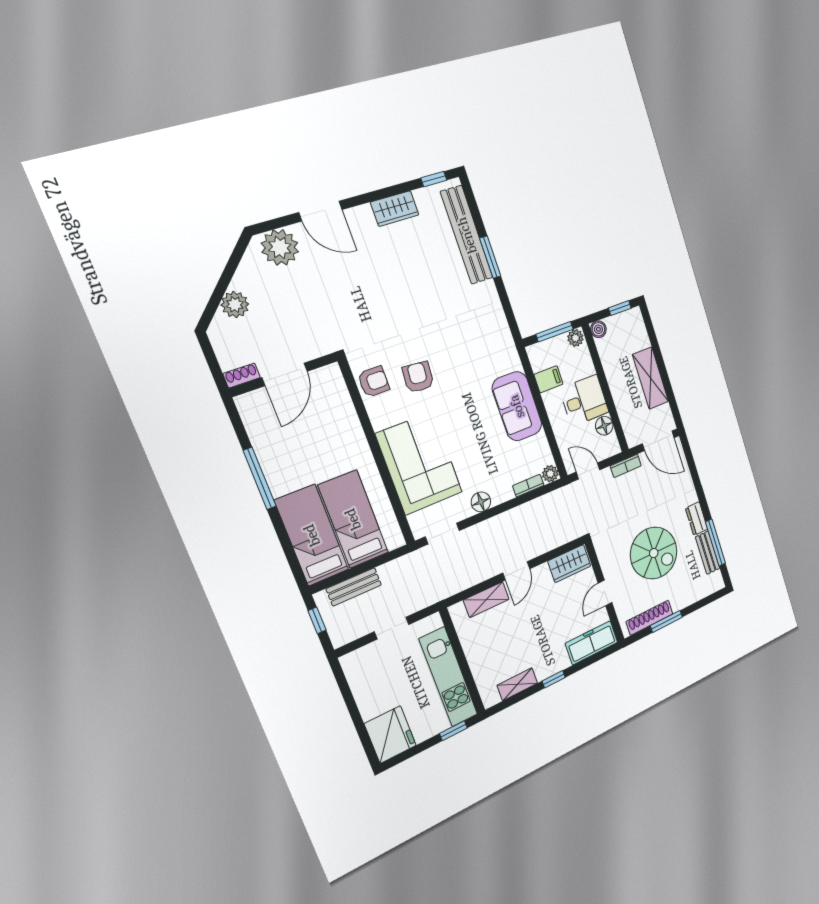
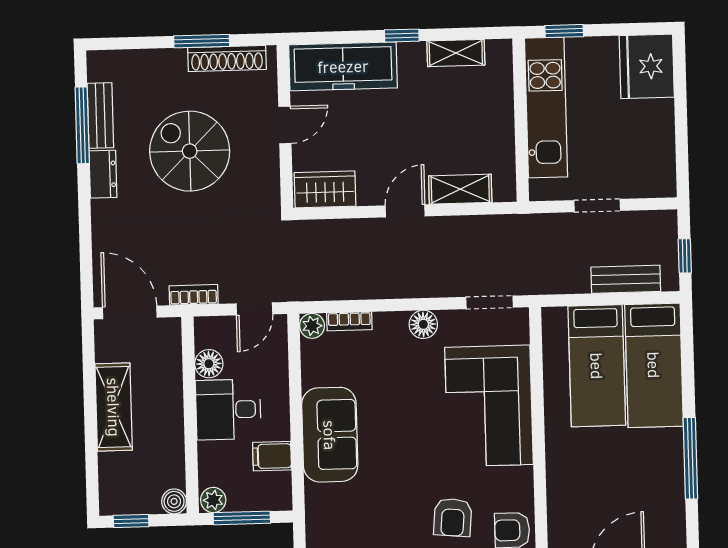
door: (588, 471) -> (254, 309), hinge flipped
freezer: (592, 643) -> (343, 66), width x1.36, depth x1.26

